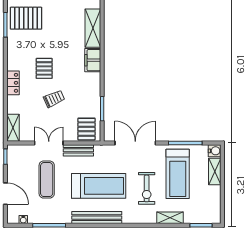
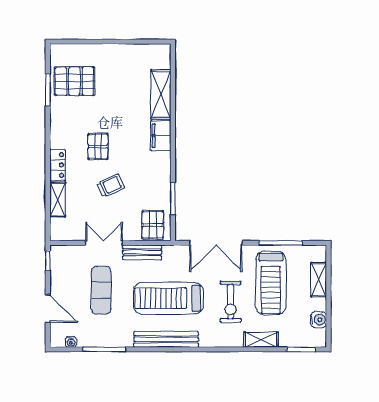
shelving: (13, 128) -> (58, 199), moved
double door: (135, 143) -> (216, 243), swing flipped
water cooler: (215, 151) -> (318, 320), moved
treadmill: (99, 186) -> (168, 298), turned 180

